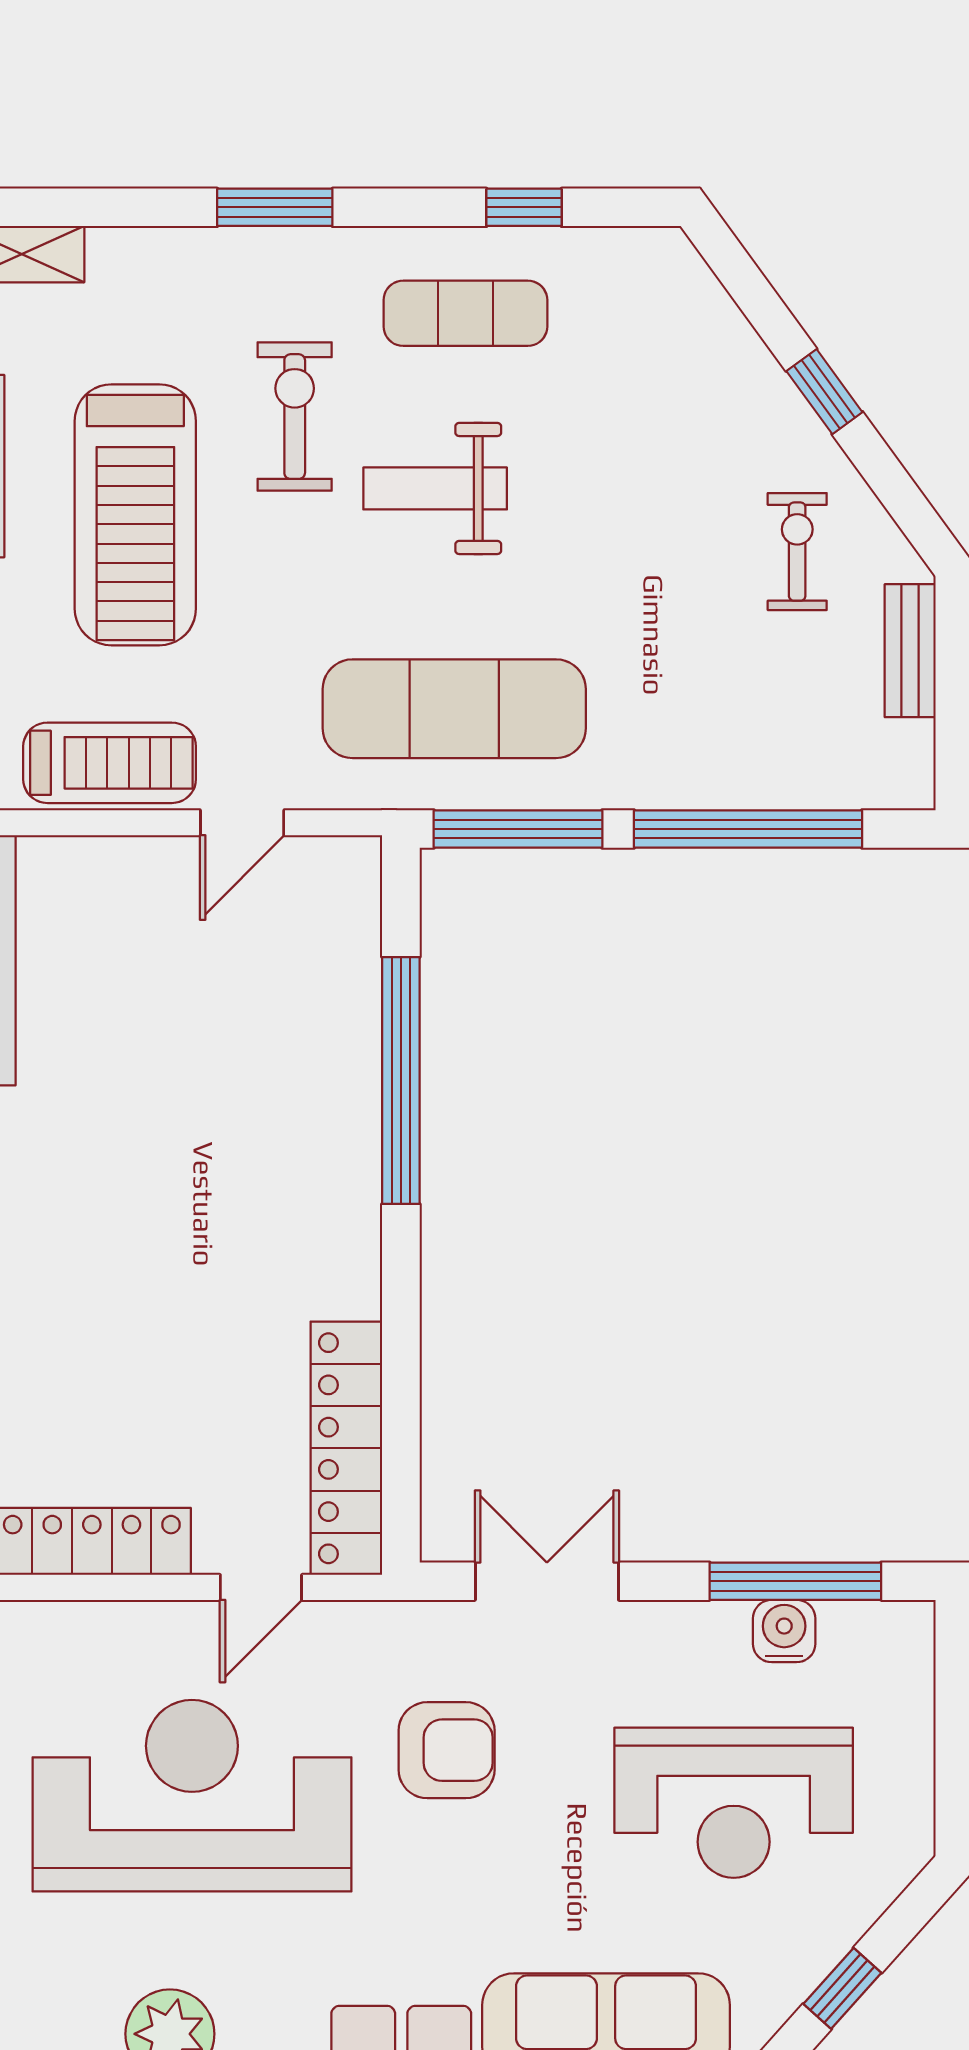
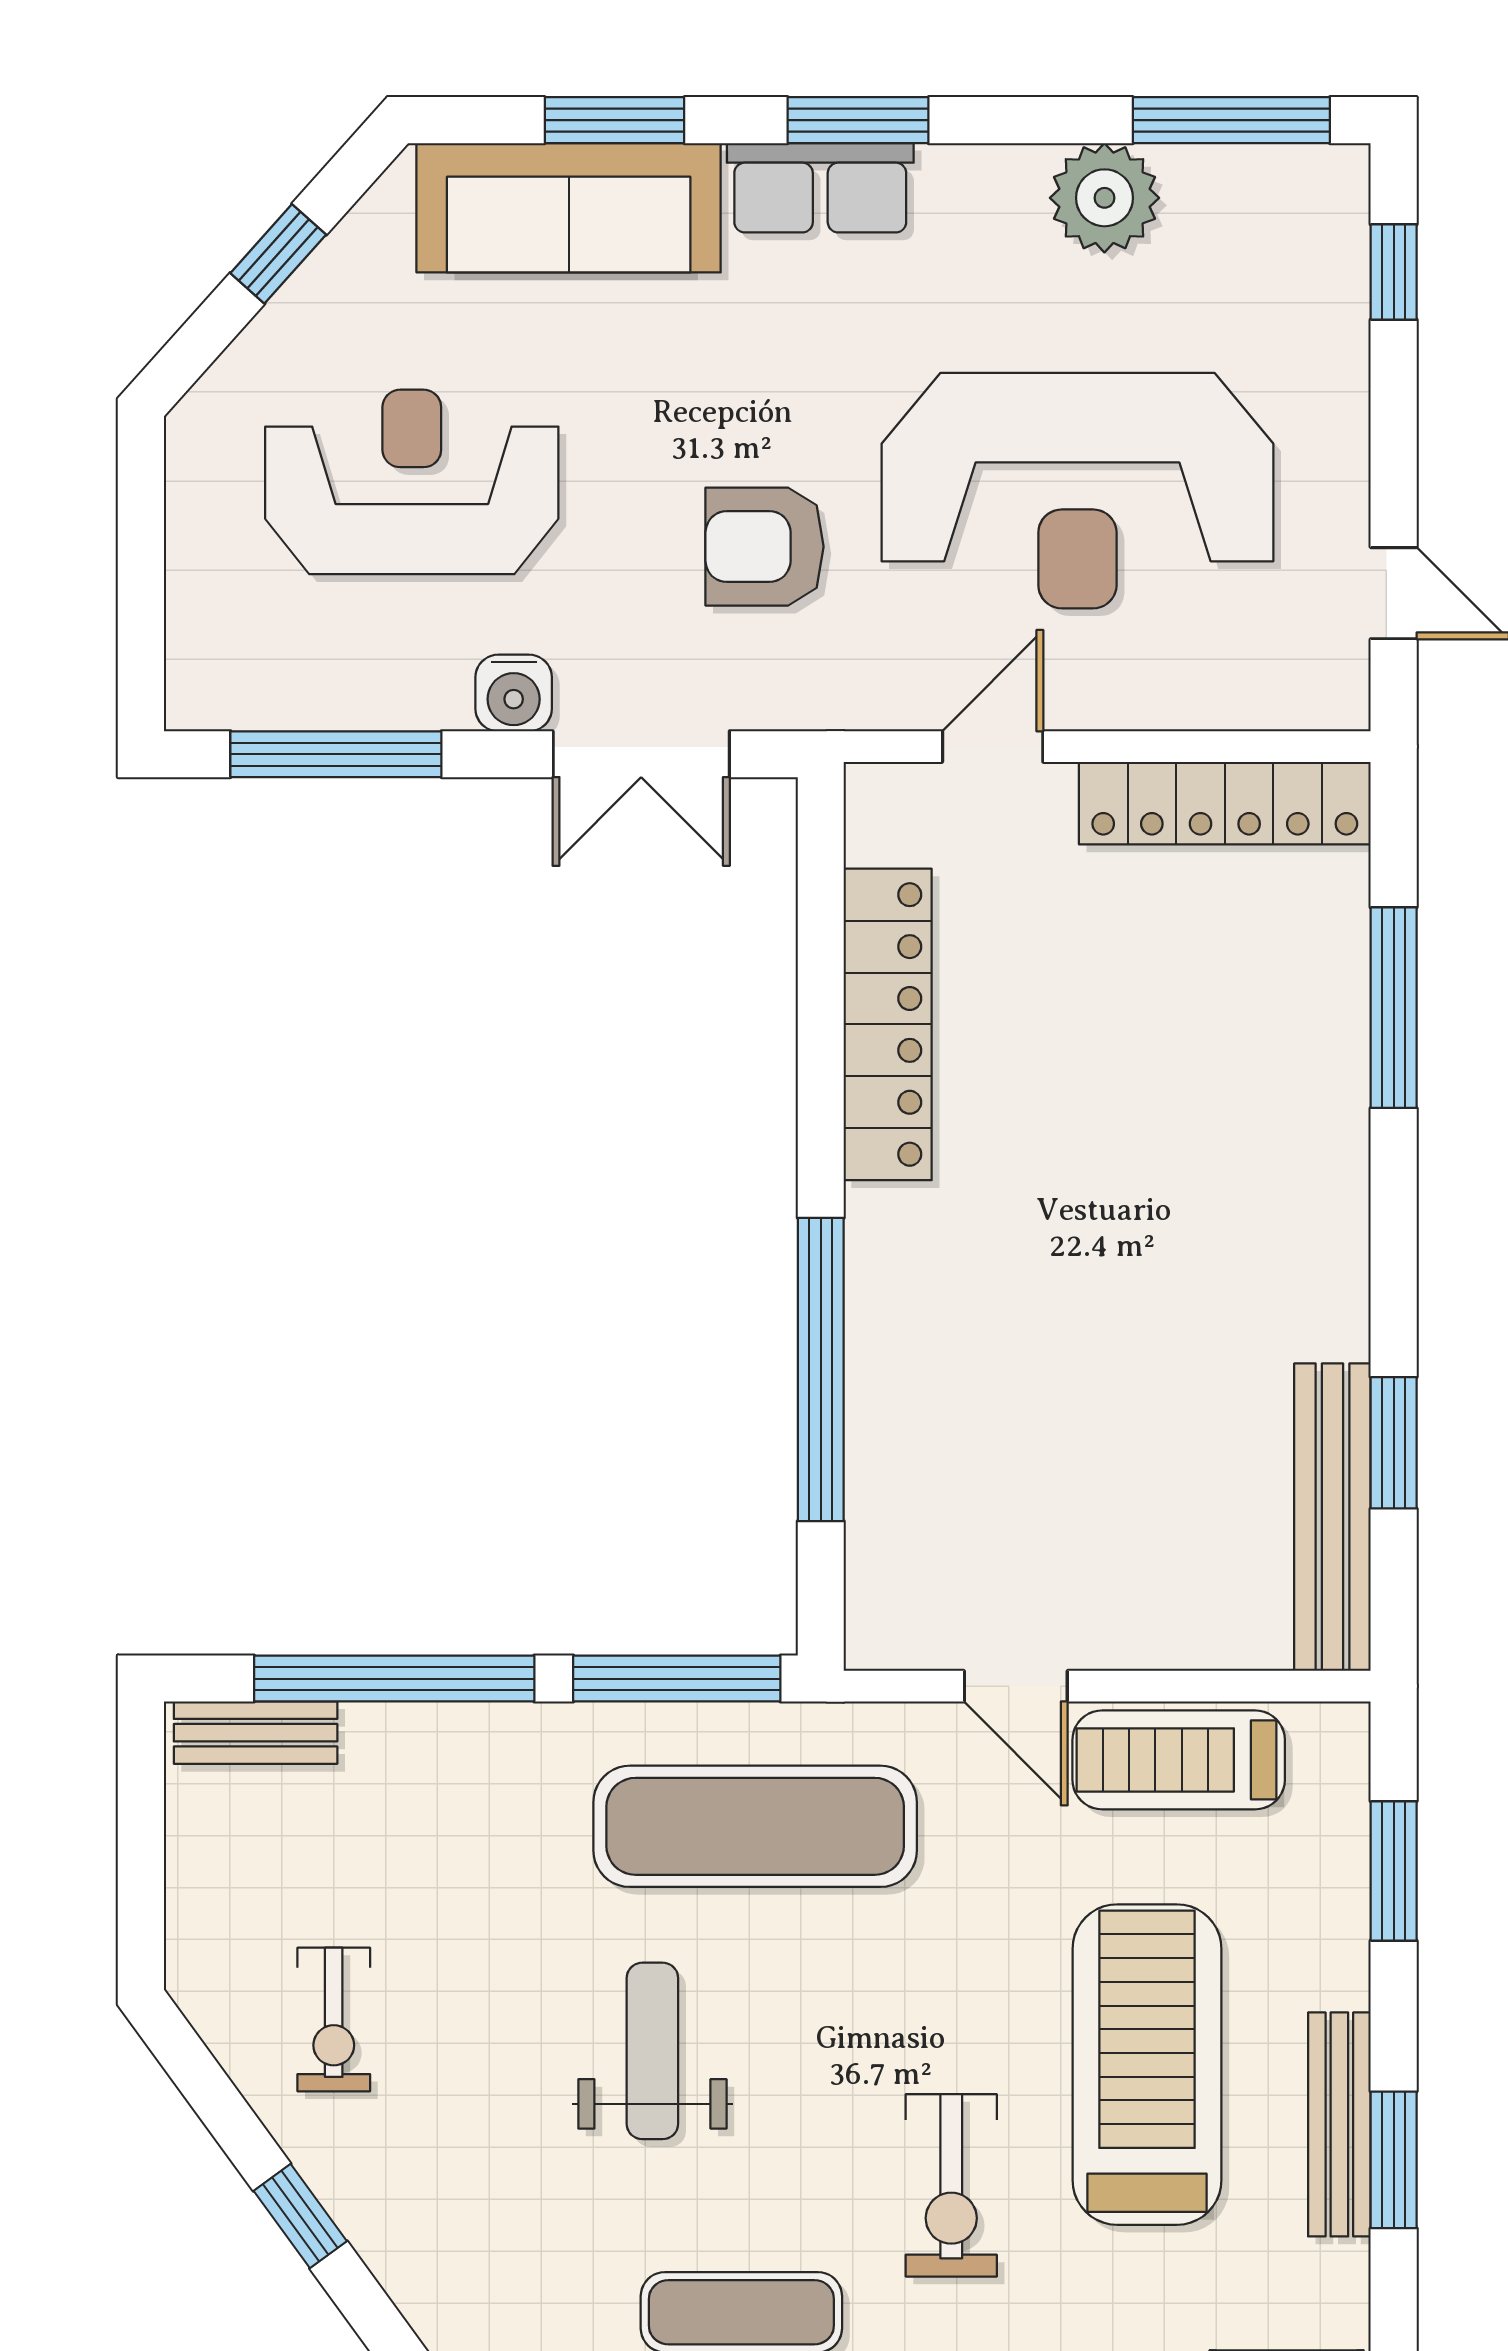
weight bench: (435, 488) -> (652, 2051), moved, turned -90
bench: (910, 651) -> (256, 1733), moved, turned 90
door: (242, 823) -> (1016, 1686), swing flipped
locker: (346, 1448) -> (888, 1024), moved
water cooler: (784, 1631) -> (514, 693), moved

